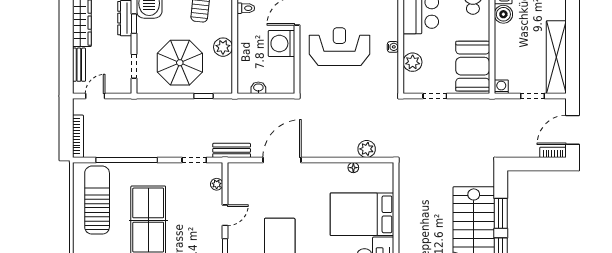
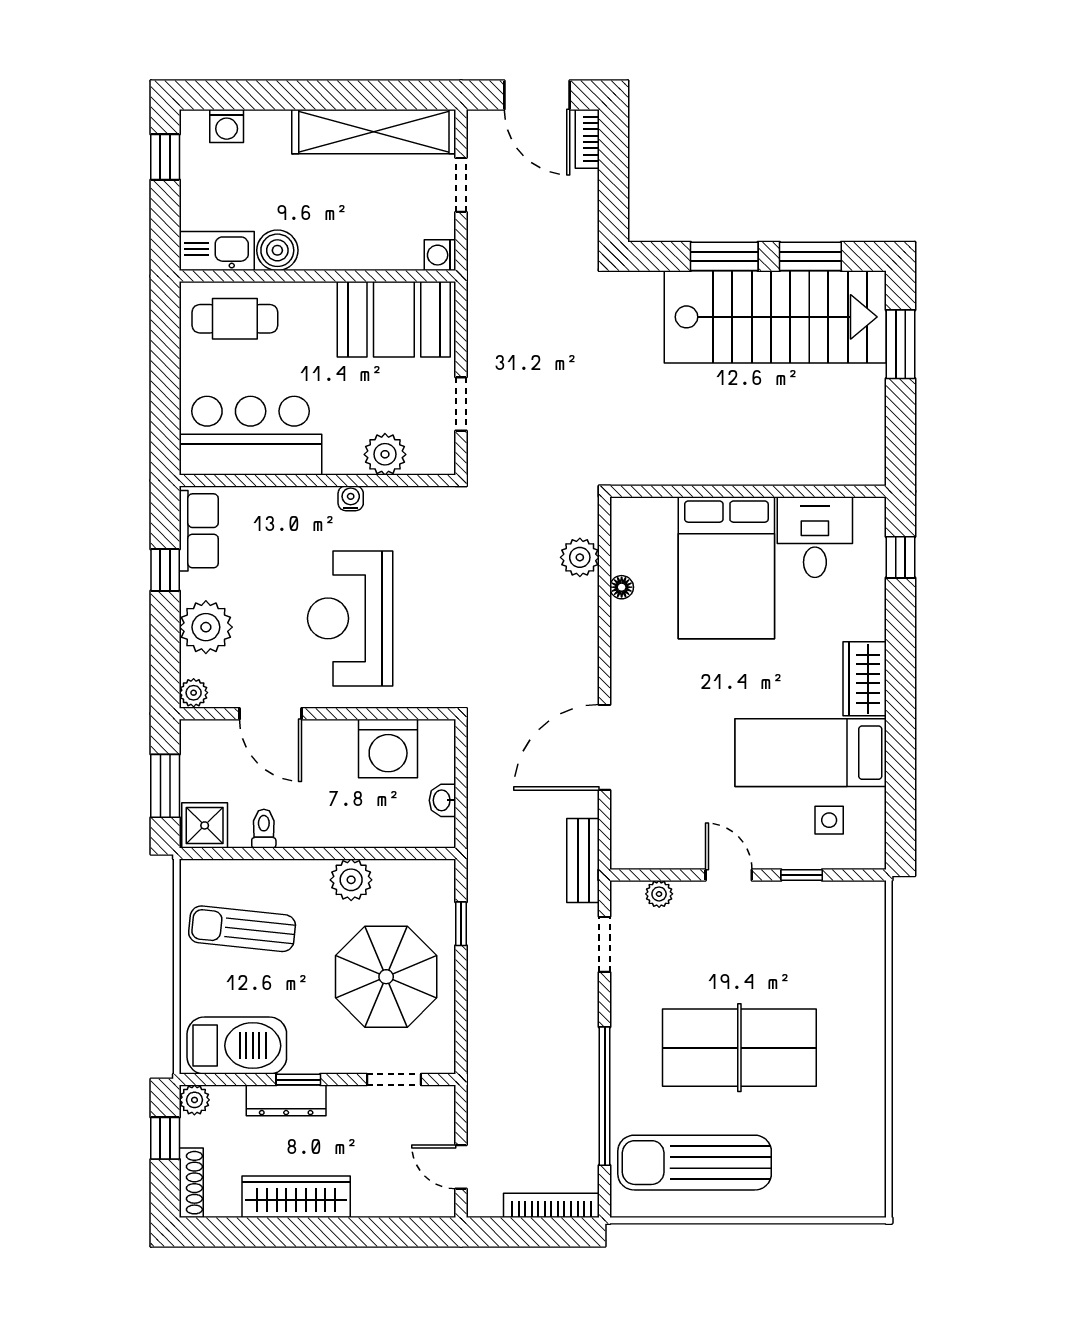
washing machine: (282, 43) -> (388, 748), moved
bench: (79, 65) -> (391, 1203), removed
door: (282, 160) -> (605, 747), hinge flipped

